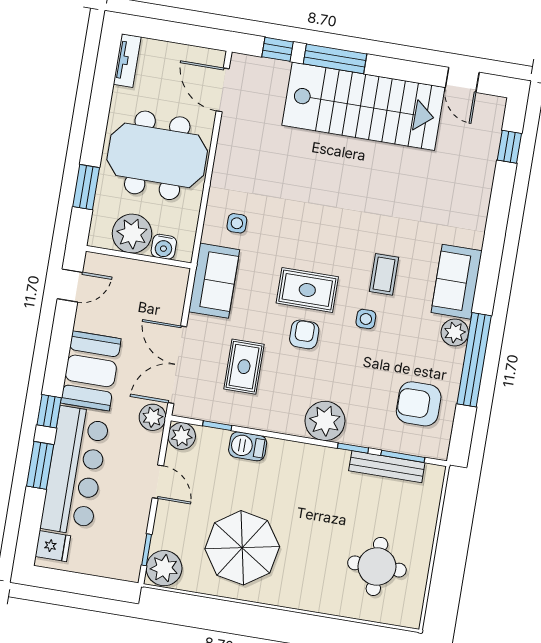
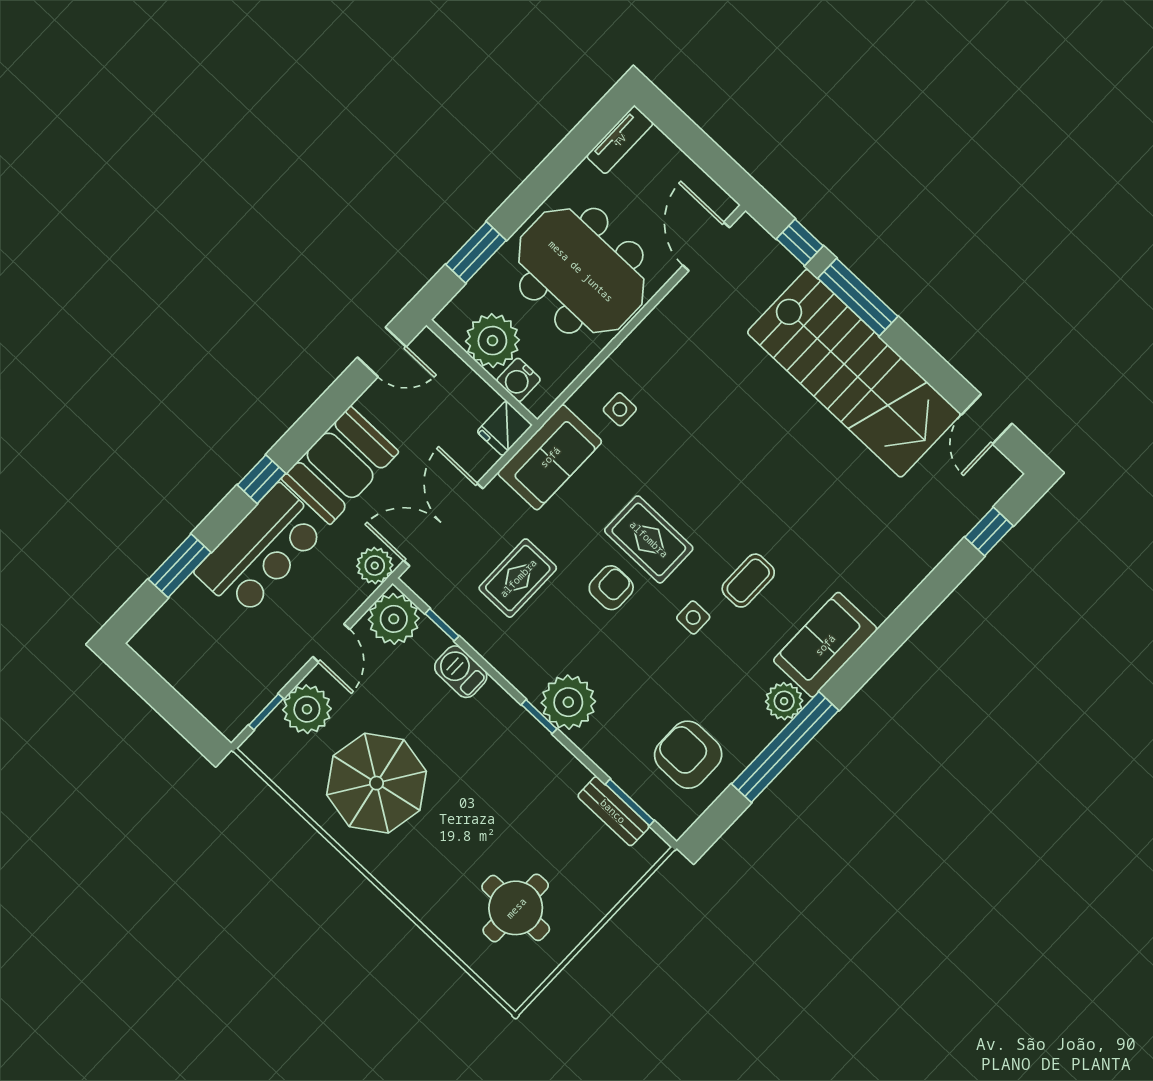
plant: (182, 436) -> (394, 619), width x1.36, depth x1.36
window: (353, 448) -> (539, 717), moved
window: (40, 465) -> (180, 566), moved
bench: (387, 467) -> (613, 811), width x0.73
bar counter: (75, 471) -> (261, 551), width x0.73
fridge: (53, 546) -> (504, 428), moved, turned 90
plant: (164, 568) -> (307, 709), moved

